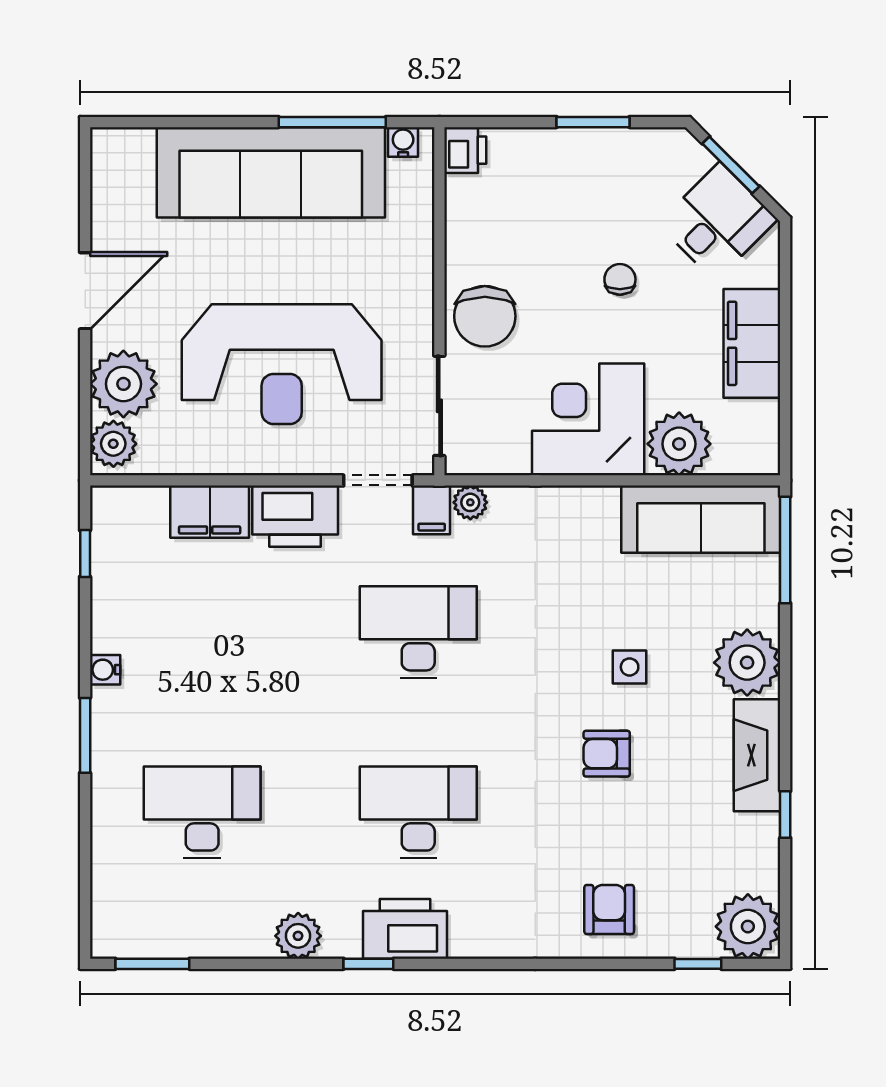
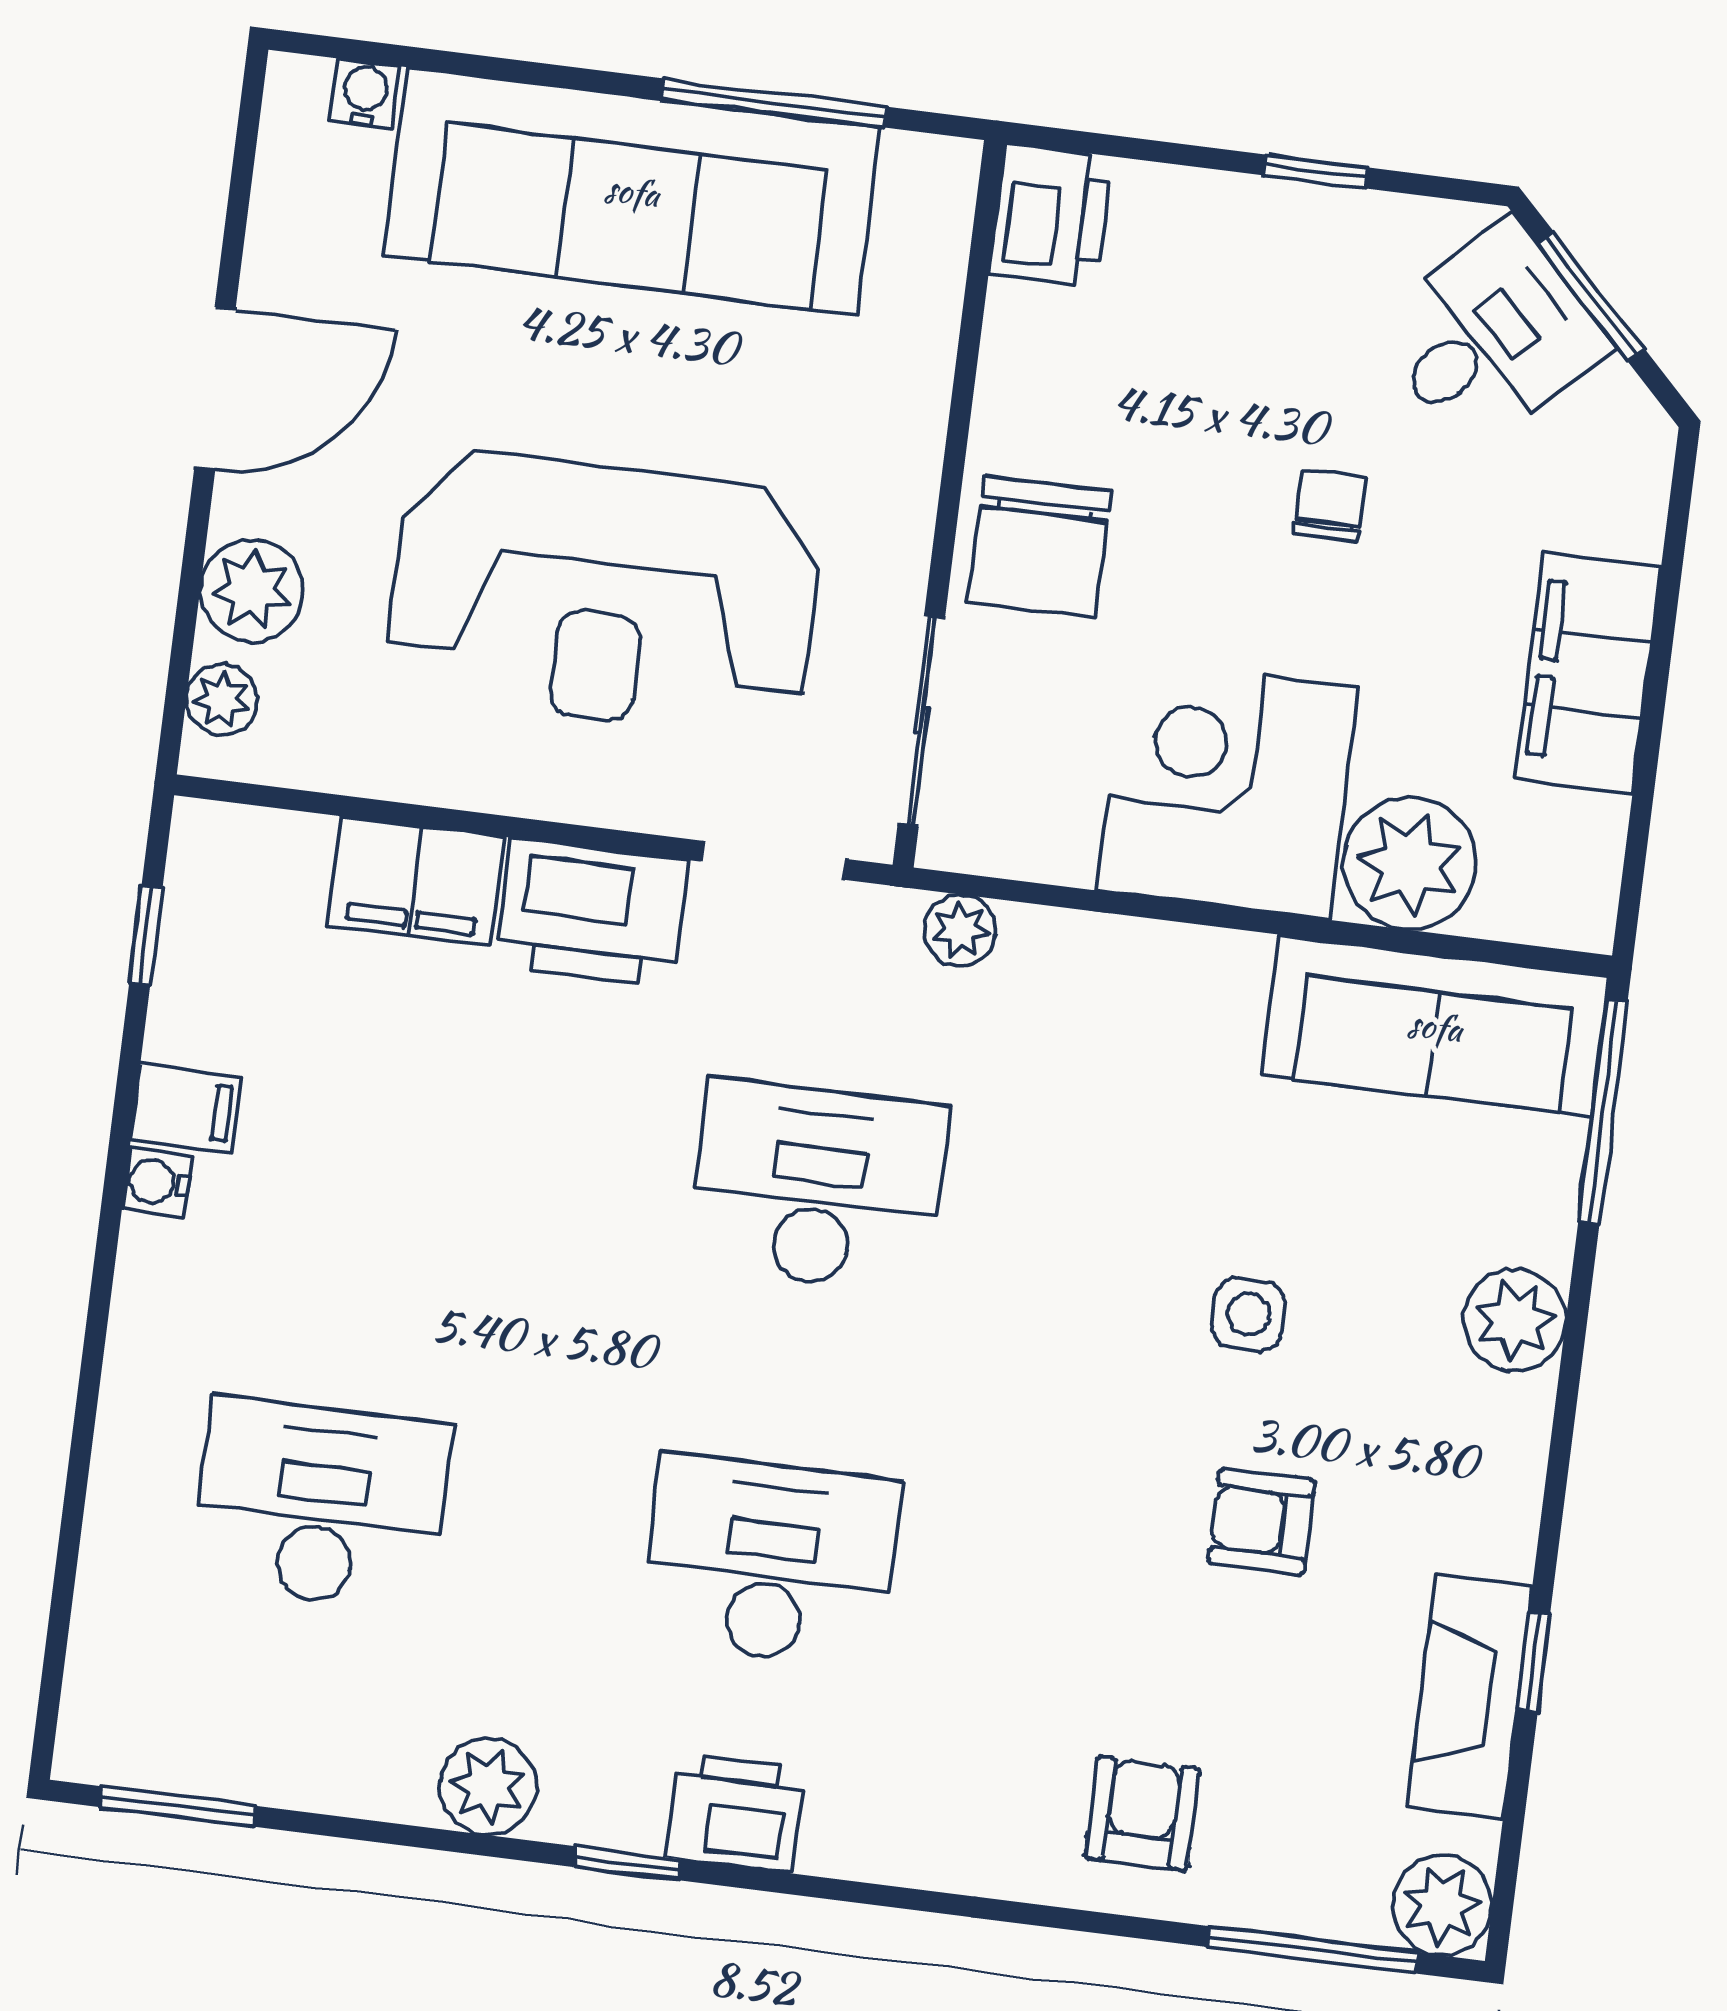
window: (593, 122) -> (1316, 171), width x0.67
water cooler: (403, 142) -> (365, 94), moved
printer: (465, 150) -> (1051, 215), width x1.36, depth x1.24
desk: (717, 222) -> (1491, 337), moved
plant: (123, 384) -> (252, 590), width x0.73, depth x0.73
plant: (113, 444) -> (222, 700), width x0.73, depth x0.73
filing cabinet: (432, 510) -> (186, 1109), moved, turned -90
plant: (747, 663) -> (1515, 1320), width x0.73, depth x0.73
window: (85, 735) -> (98, 1314), removed
armchair: (607, 754) -> (1261, 1522), moved
fireplace: (757, 755) -> (1470, 1697), moved
plant: (748, 927) -> (1442, 1906), width x0.73, depth x0.73
printer: (405, 929) -> (735, 1813), width x0.73, depth x0.84
window: (698, 964) -> (1313, 1950), width x2.17

